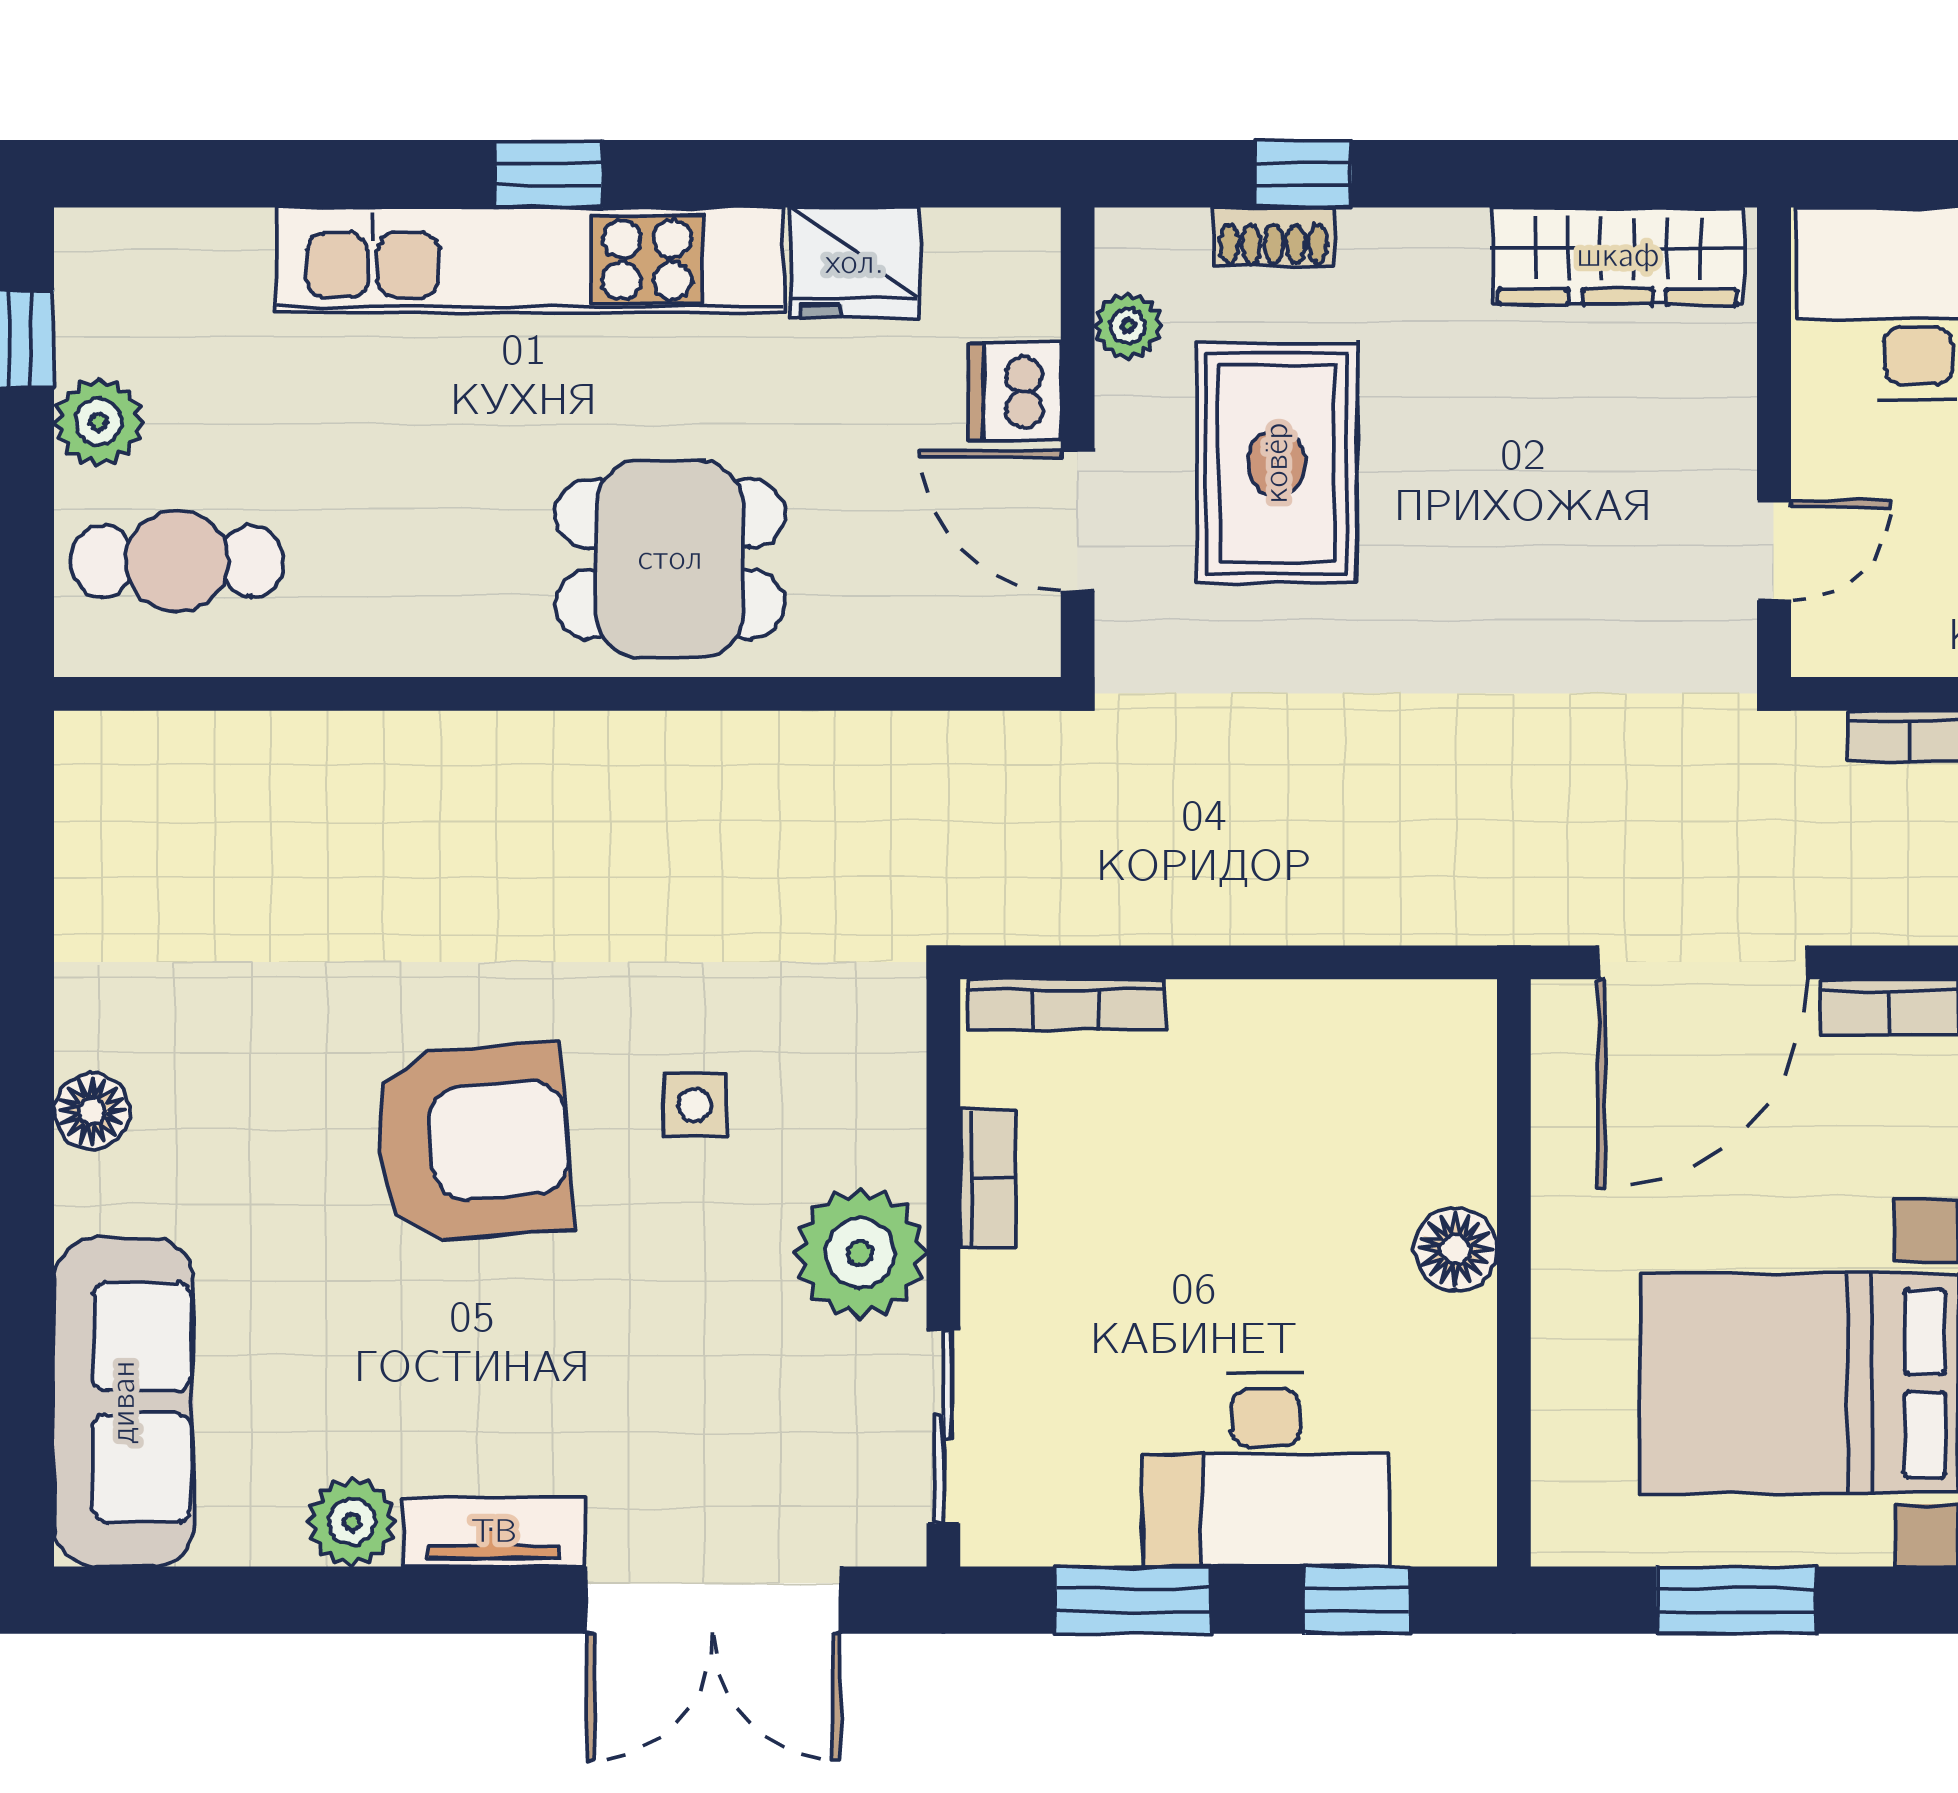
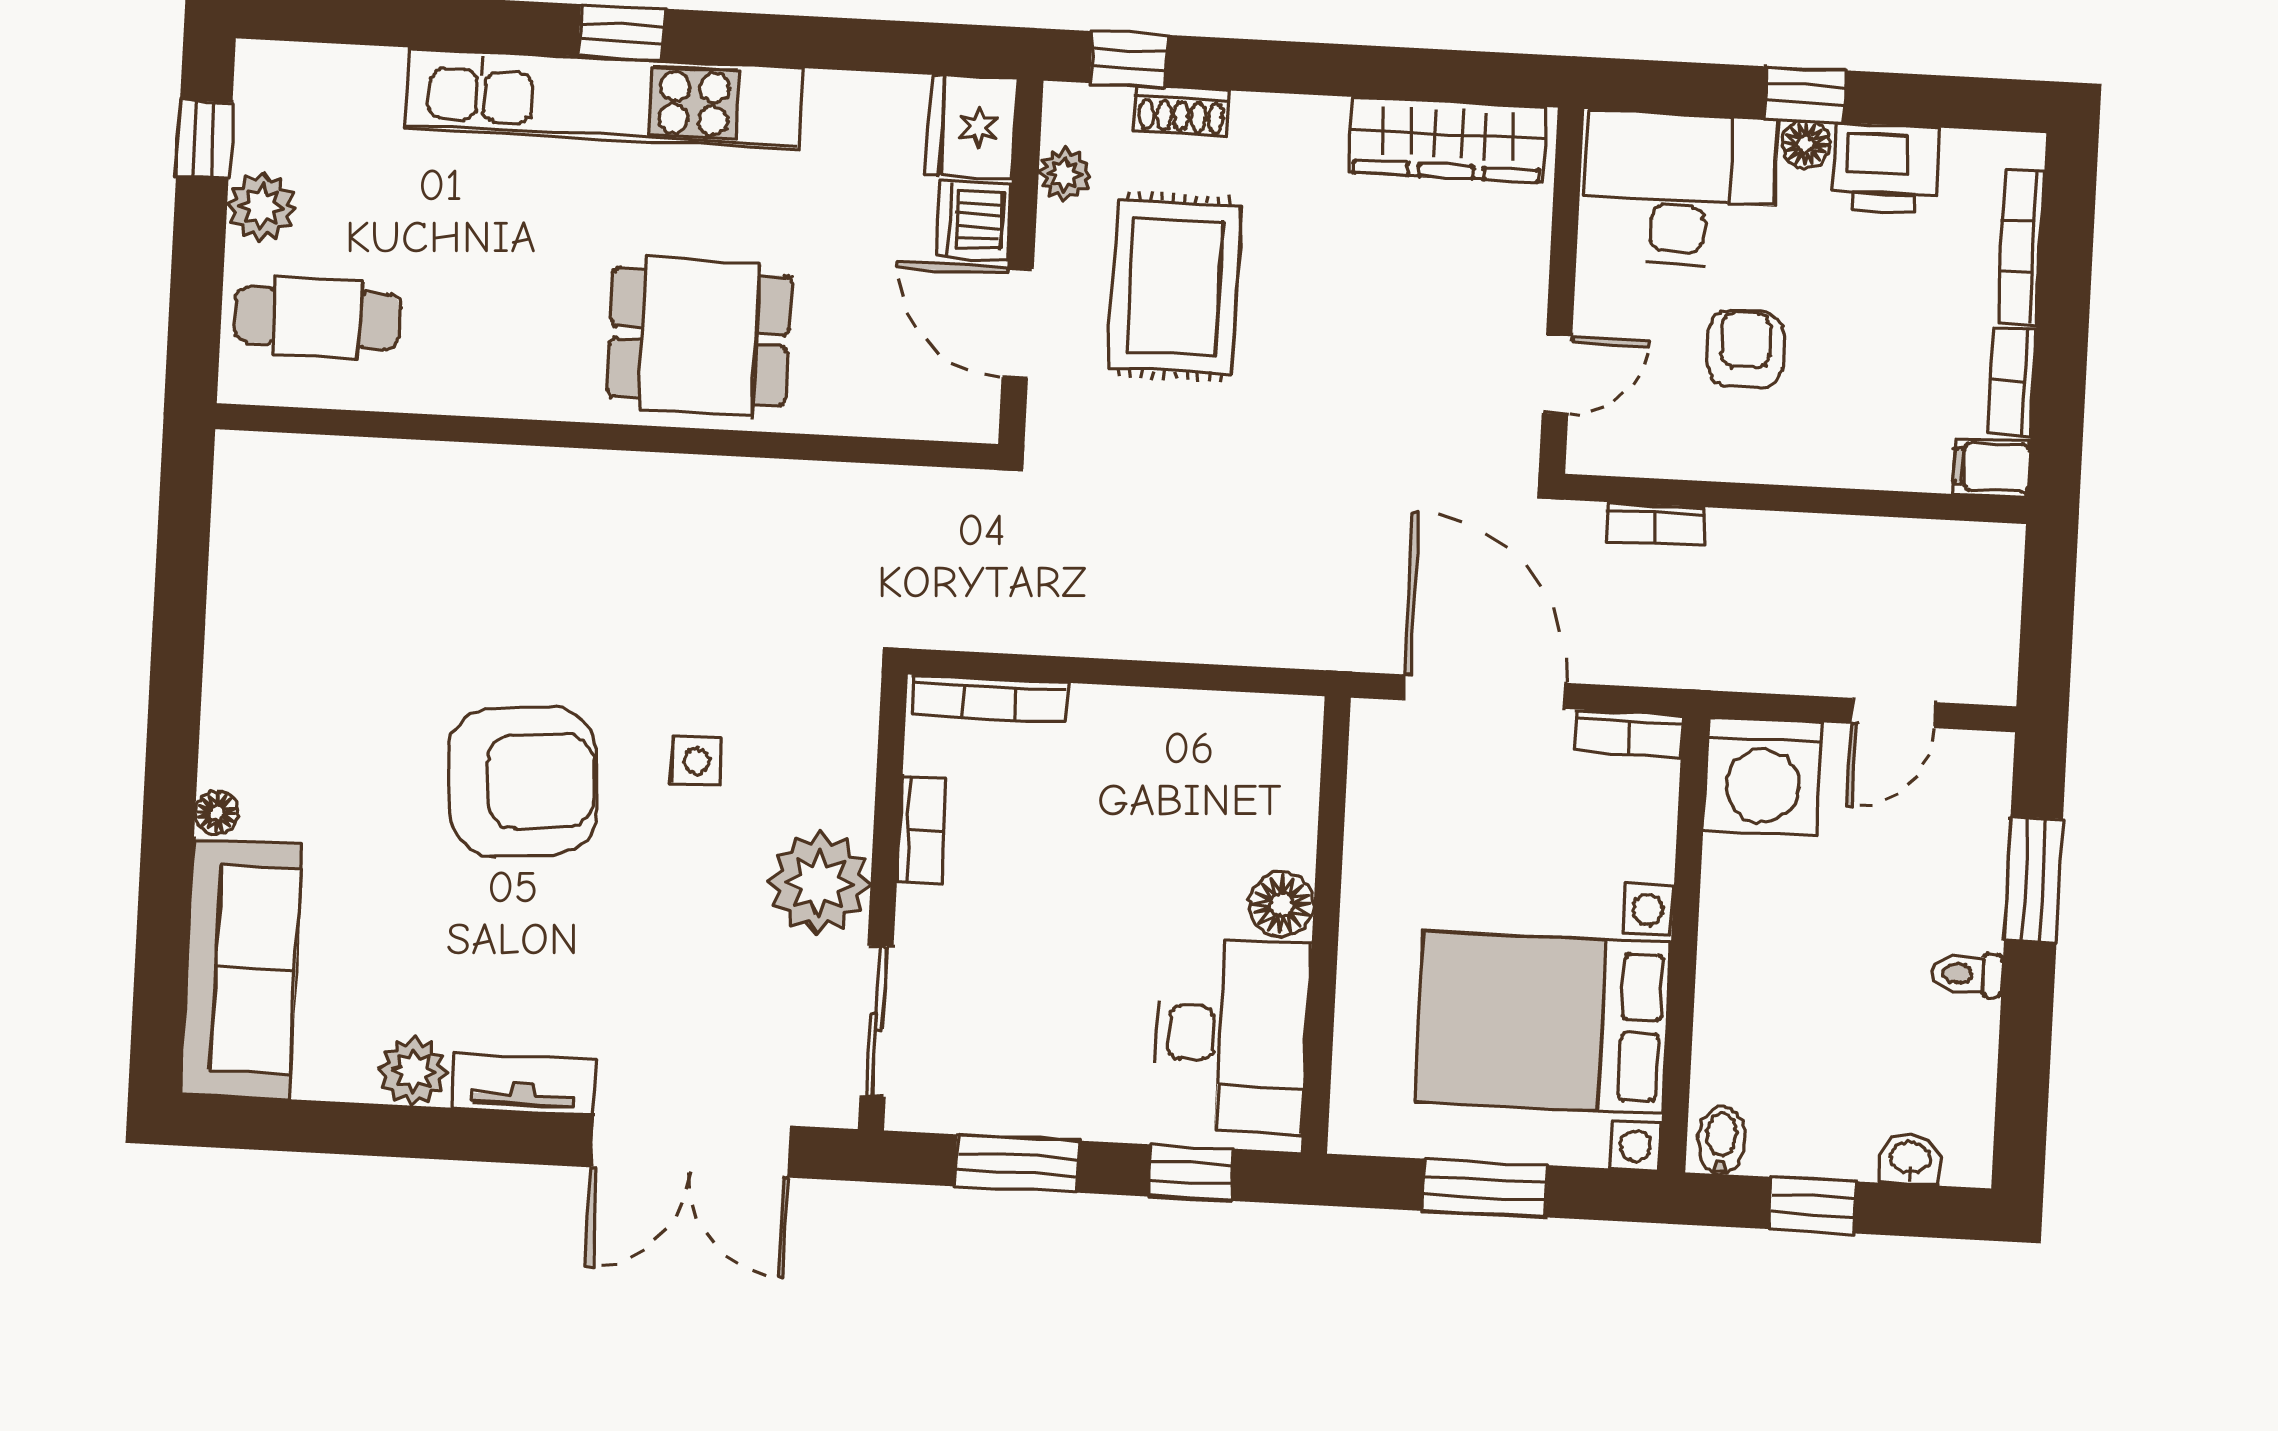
window: (1303, 174) -> (1129, 59), moved
fridge: (855, 263) -> (972, 127), moved, turned 90
door: (1702, 962) -> (1485, 692), swing flipped
floor lamp: (92, 1111) -> (217, 813), moved, width x0.73, depth x0.73
desk: (1266, 1470) -> (1232, 1035), moved, turned -90

